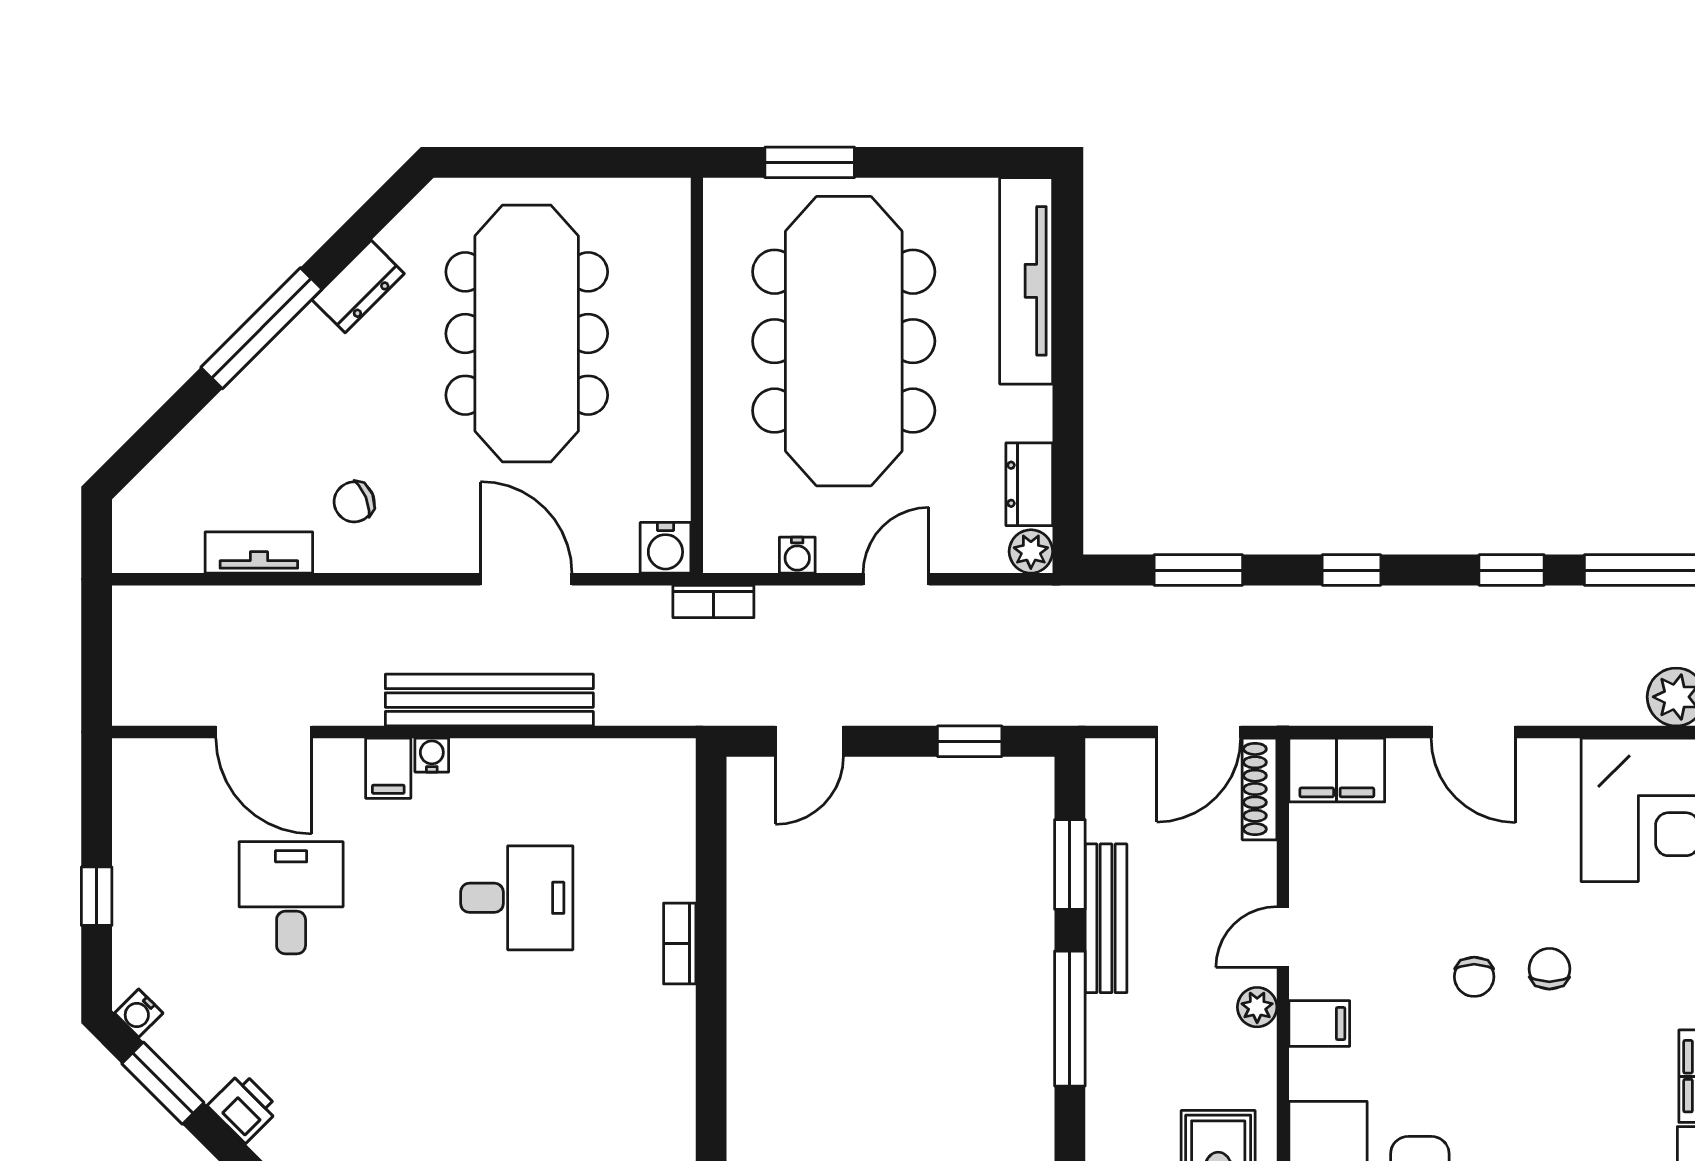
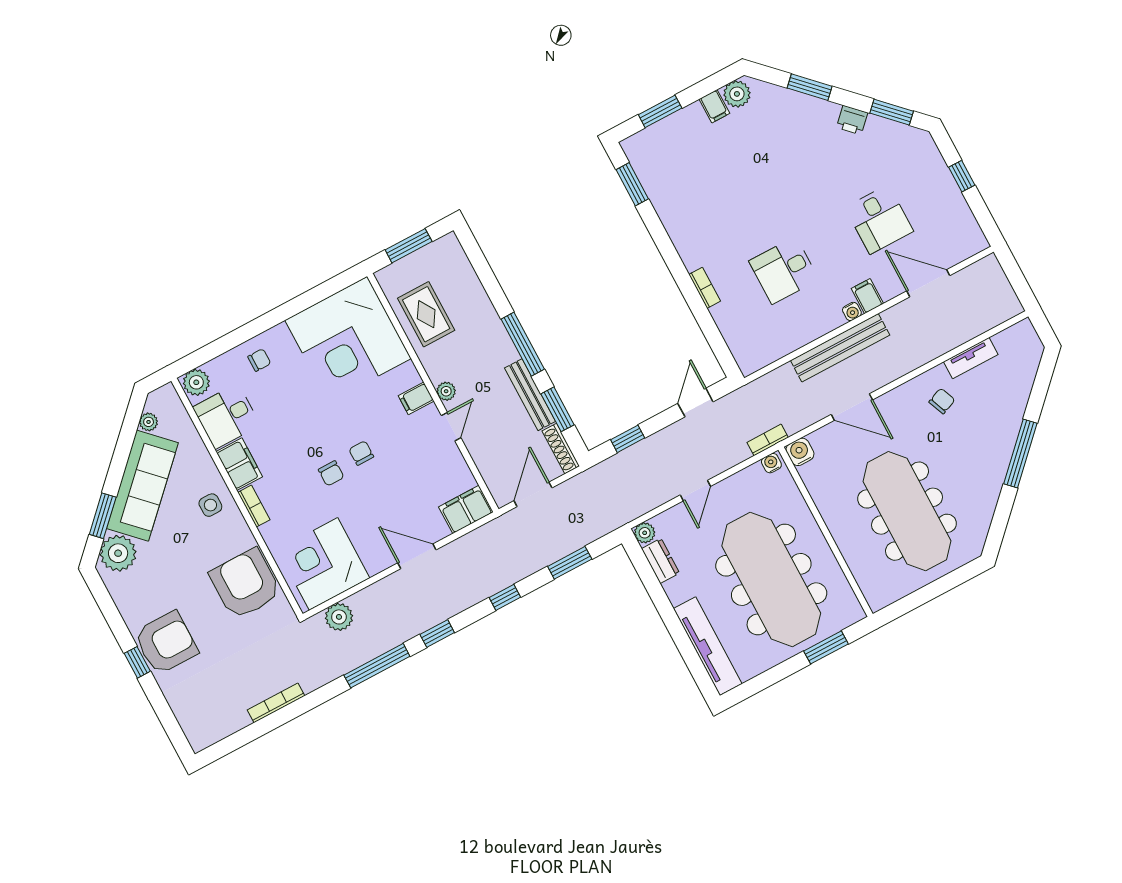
dresser: (358, 287) -> (989, 493), removed
water cooler: (797, 555) -> (771, 463), moved
shoe rack: (1259, 789) -> (561, 449), moved, turned 180
water cooler: (139, 1013) -> (918, 136), removed

